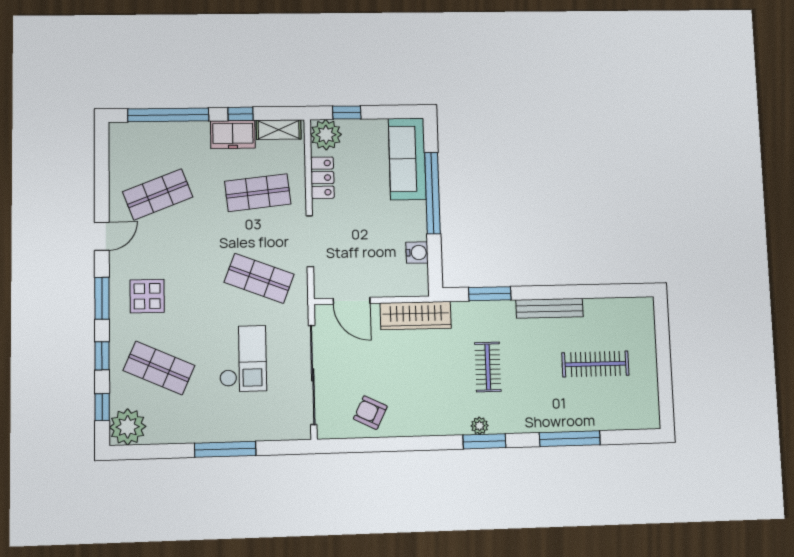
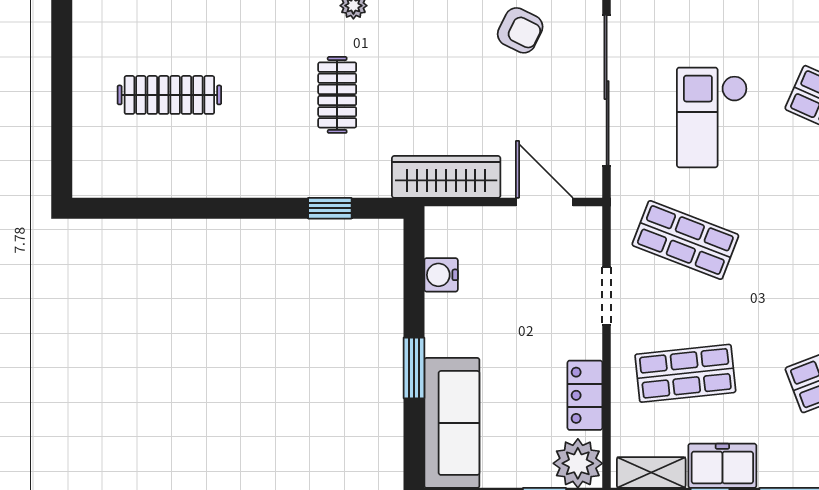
window: (432, 193) -> (414, 368), width x0.47
doorway: (310, 241) -> (607, 296), width x0.73
window: (490, 294) -> (330, 208), width x0.67
bench: (549, 308) -> (237, 183), removed

